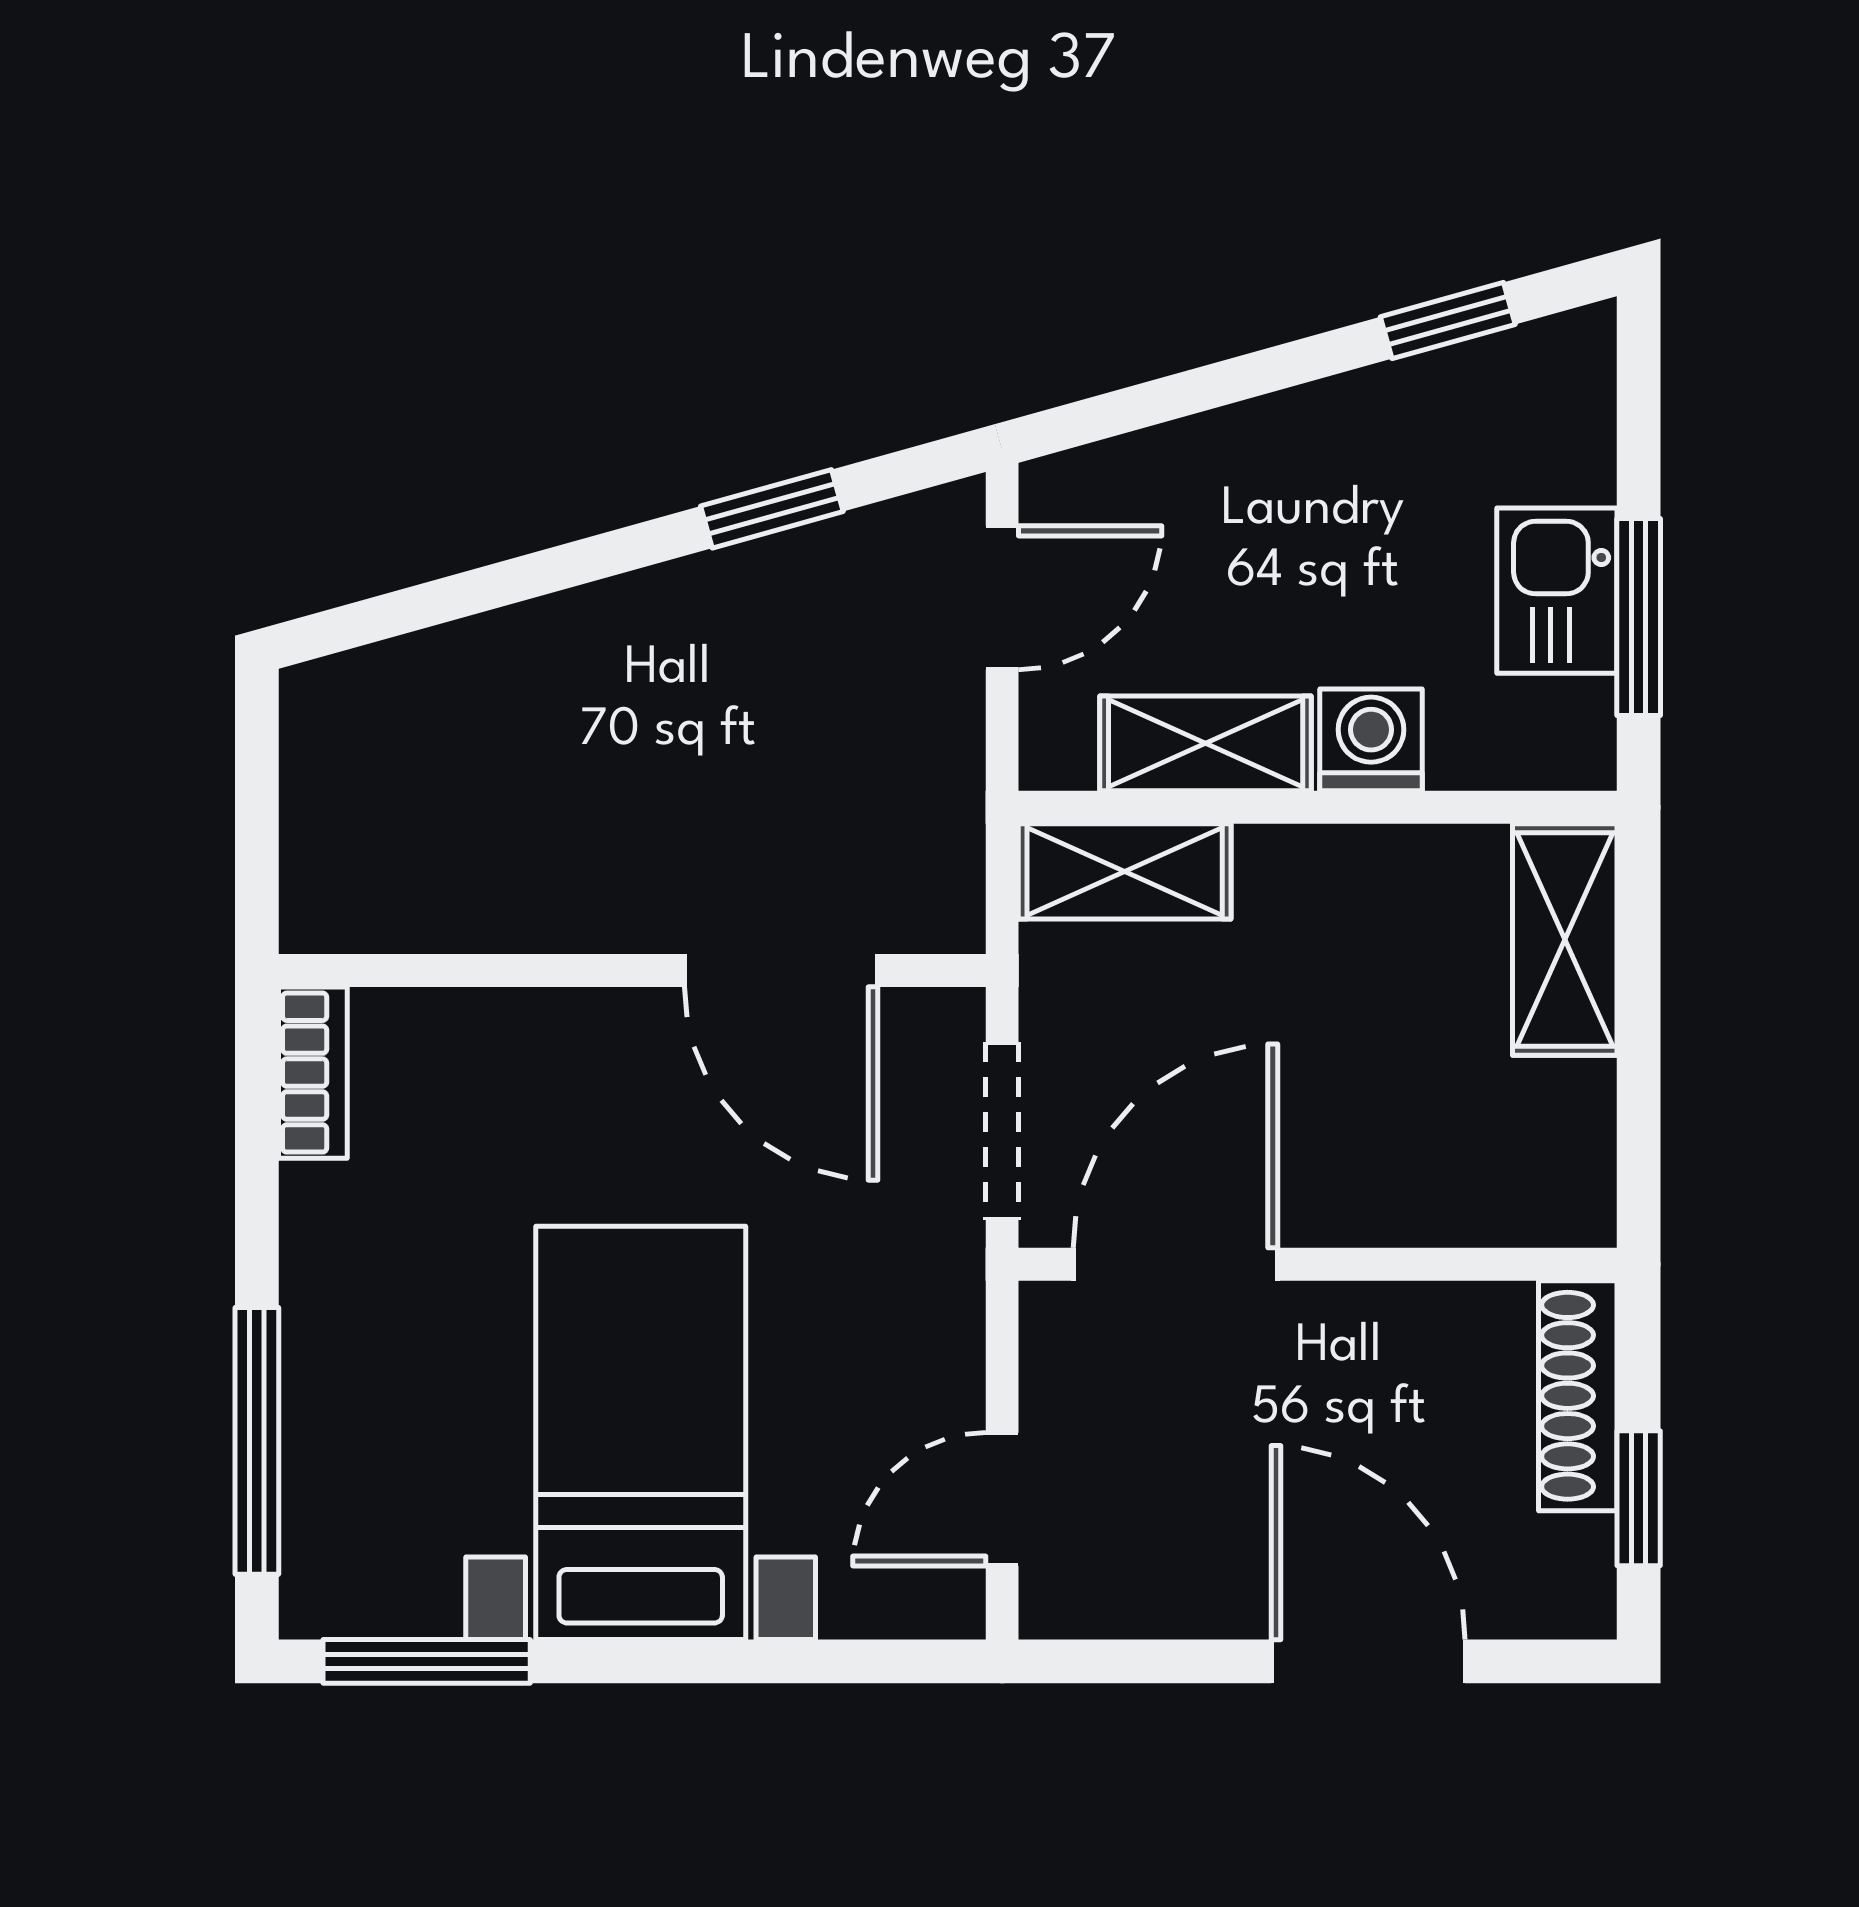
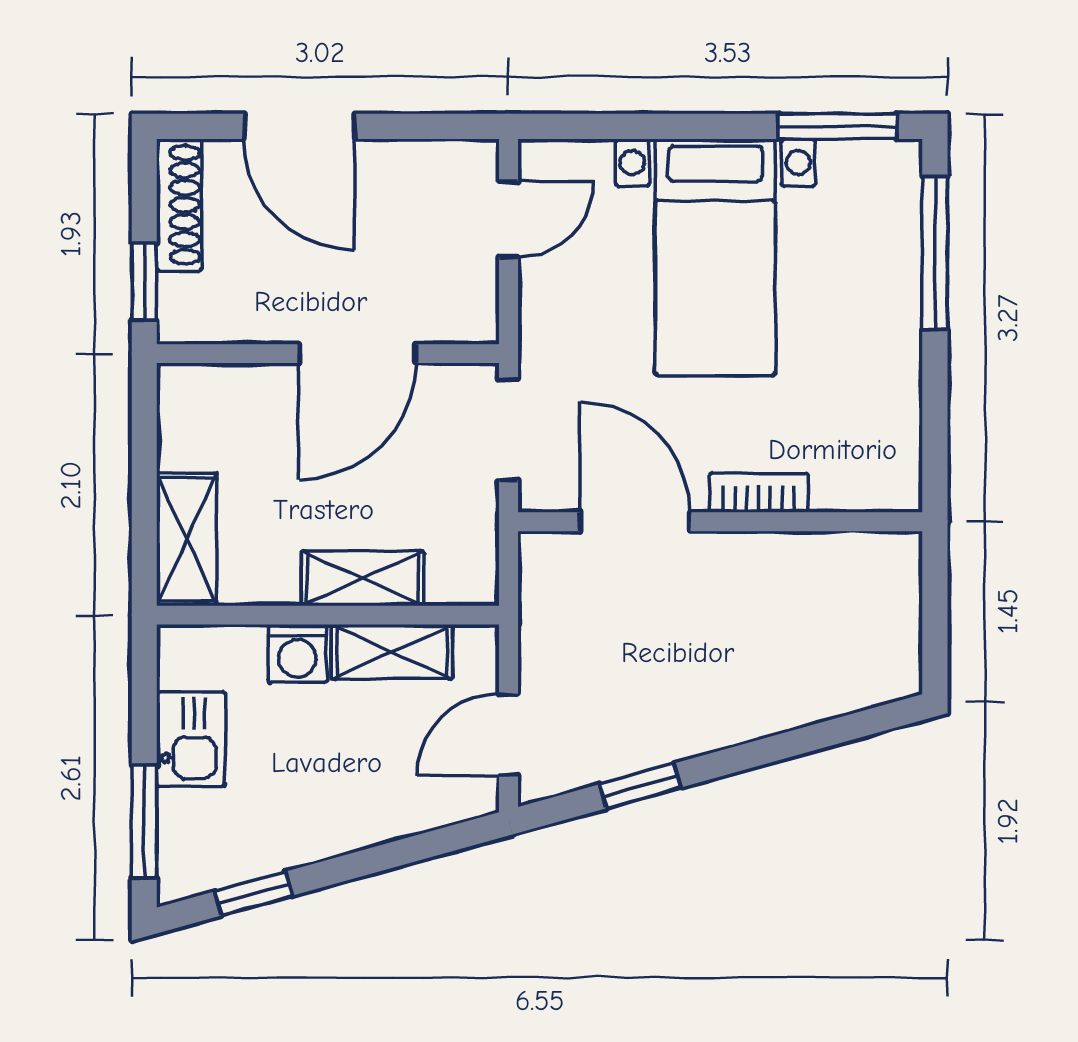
window: (1639, 617) -> (144, 822), moved
shelving: (1125, 871) -> (362, 578), moved
bookcase: (313, 1073) -> (759, 493), moved, turned 90
door: (1176, 1264) -> (357, 354), moved
shoe rack: (1578, 1396) -> (179, 205), moved
window: (1639, 1498) -> (144, 282), moved

